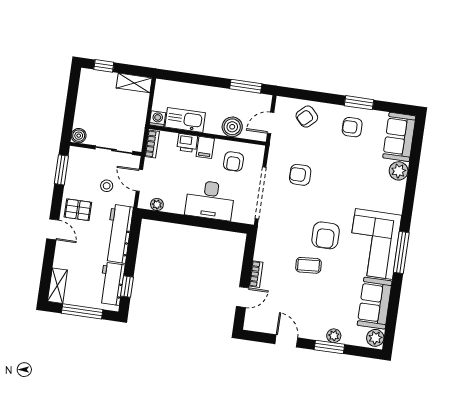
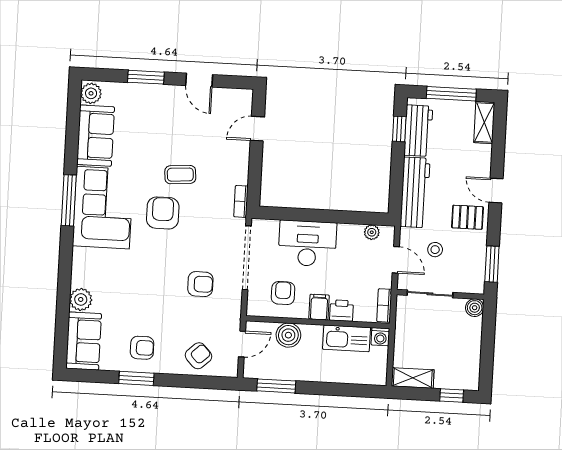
bookcase: (256, 274) -> (241, 201), moved
plant: (334, 336) -> (142, 92), removed

